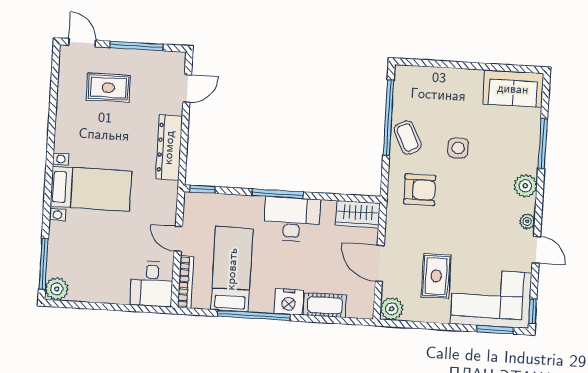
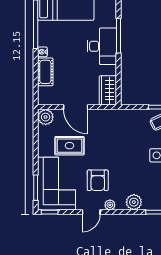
armchair: (420, 190) -> (98, 180), moved
door: (380, 263) -> (76, 107), swing flipped
nightstand: (289, 302) -> (42, 52), width x0.53, depth x0.56

